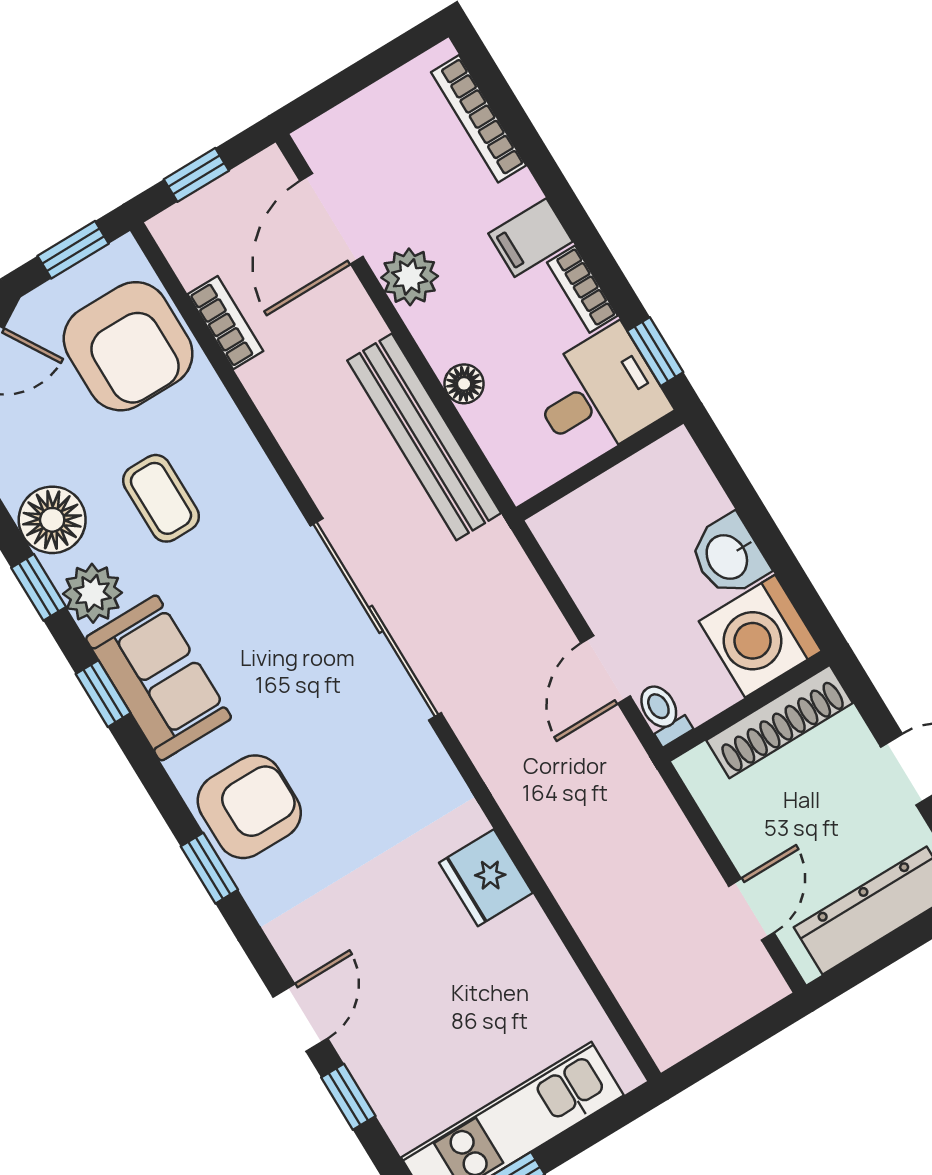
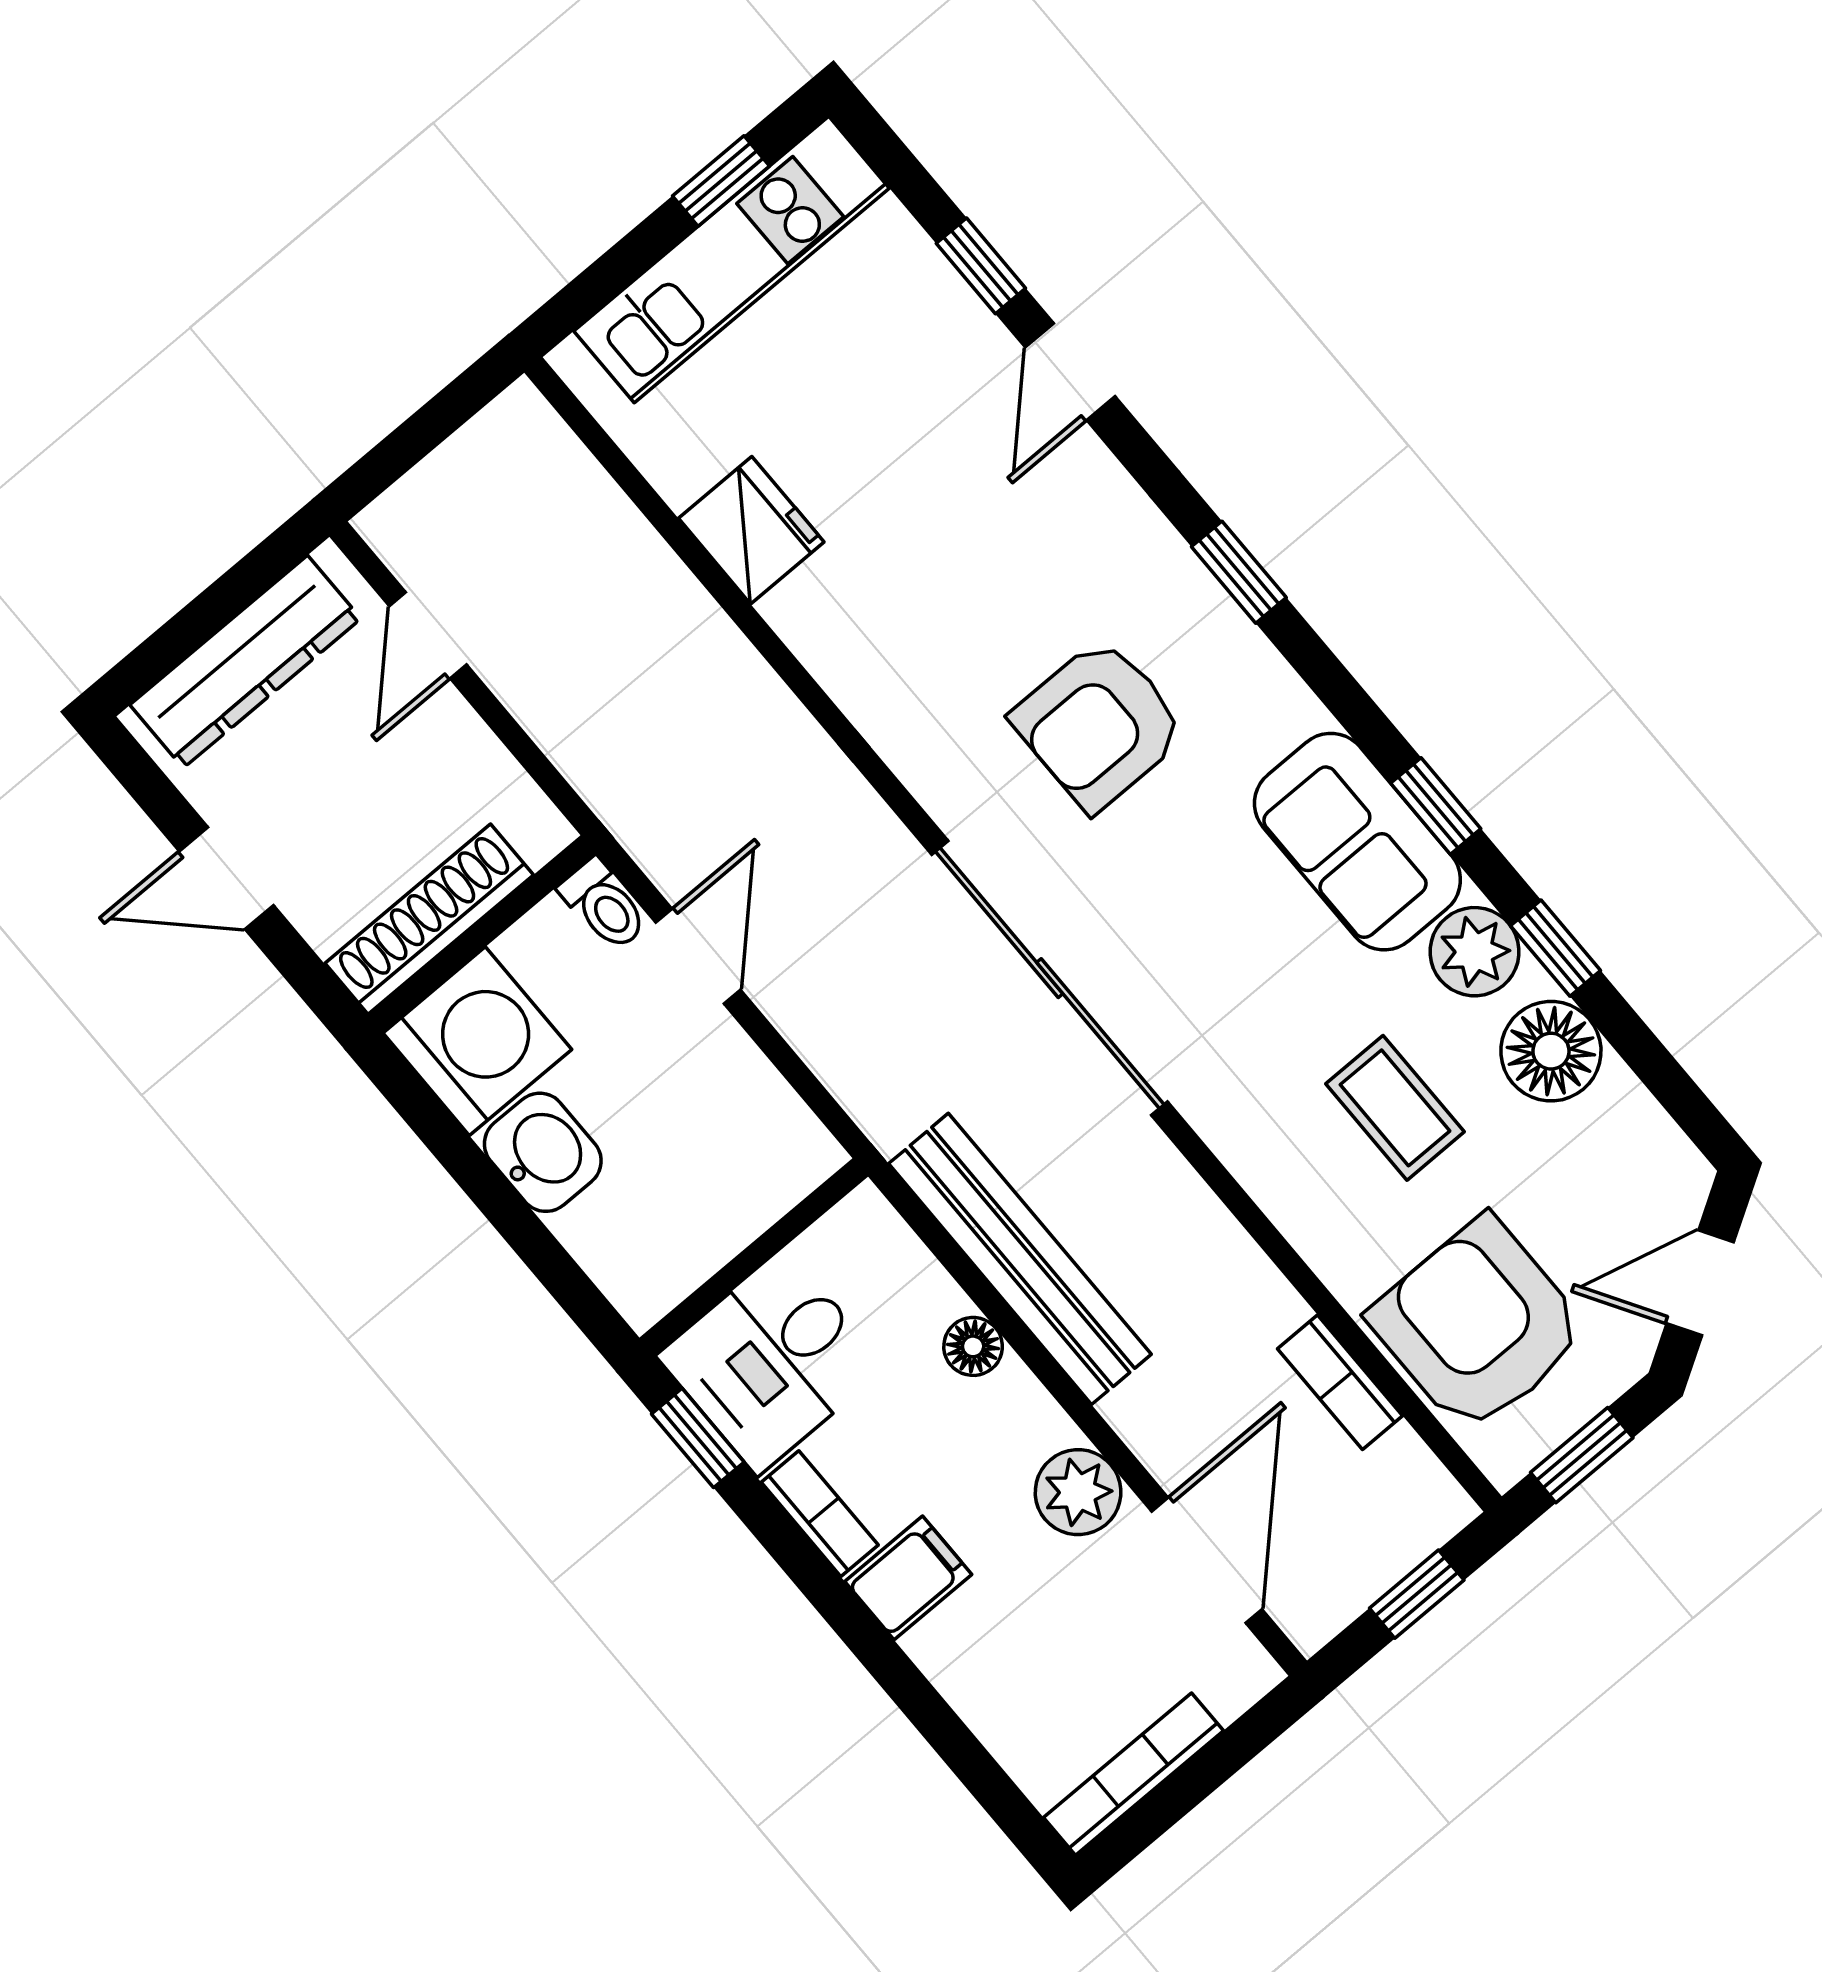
bookcase: (479, 119) -> (1134, 1774), moved, turned -90
armchair: (249, 807) -> (1099, 725), moved
fridge: (486, 878) -> (751, 530), moved

